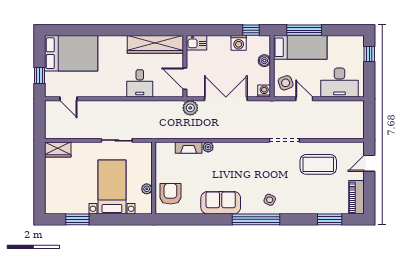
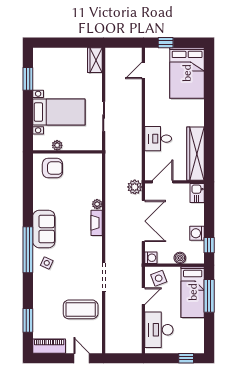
fireplace: (189, 148) -> (97, 223), moved
coffee table: (318, 164) -> (81, 309), turned 90
sofa: (221, 203) -> (44, 229), moved

